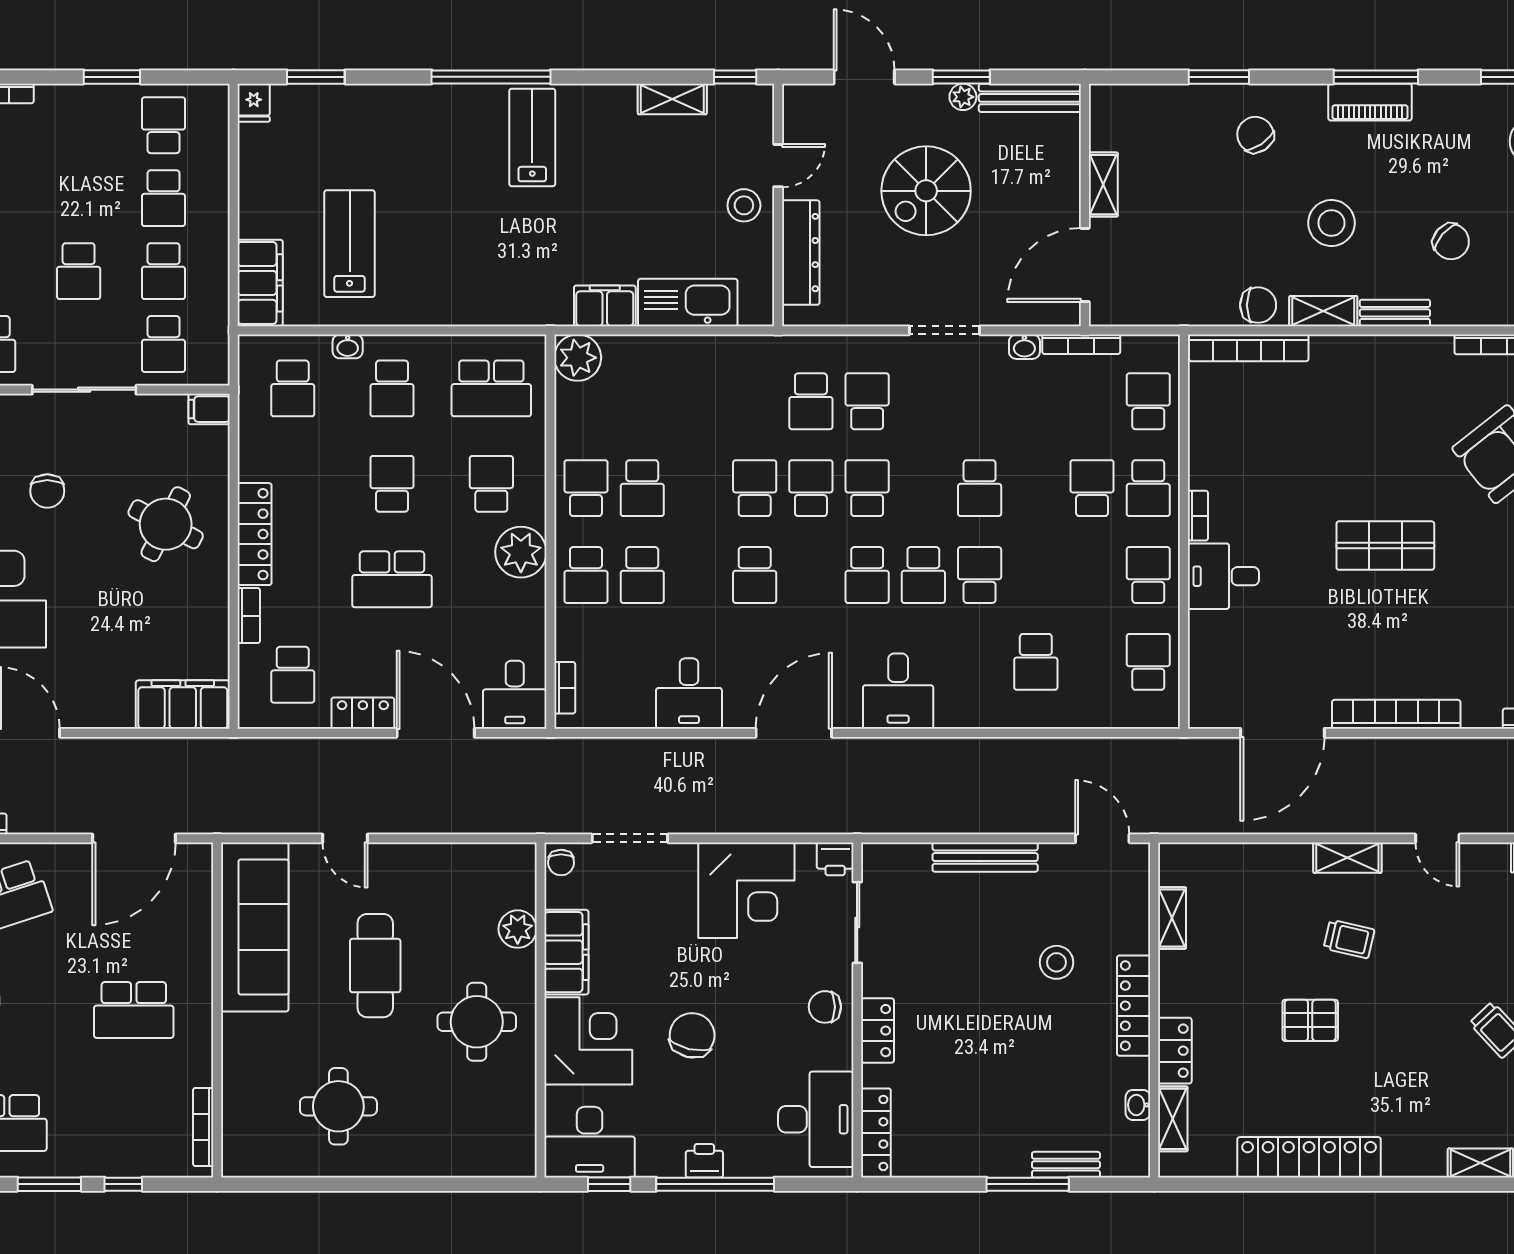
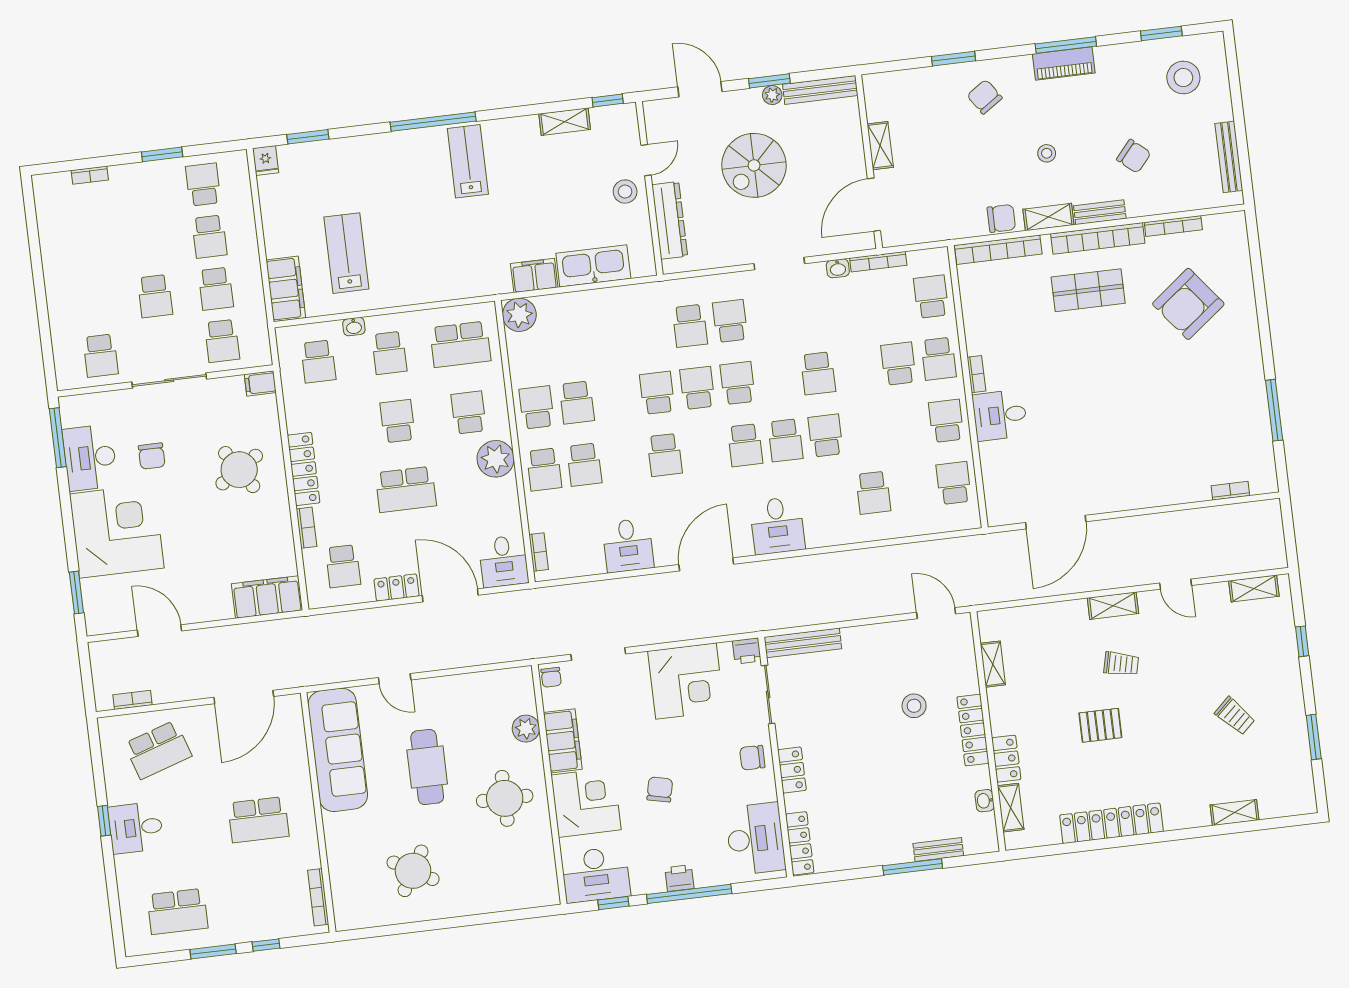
stool: (1331, 223) -> (1047, 153), width x0.53, depth x0.53
round table: (166, 524) -> (239, 470), turned 30
shop shelf: (1385, 546) -> (1088, 290), moved
bookcase: (1396, 714) -> (1098, 238), moved, turned 180
bench: (985, 857) -> (803, 643), moved
chair: (692, 1035) -> (660, 789), width x0.73, depth x0.73
round table: (338, 1106) -> (413, 871), turned 30

